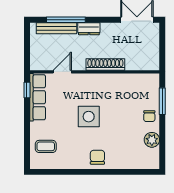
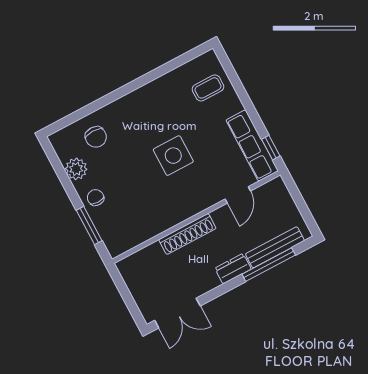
chair: (97, 157) -> (96, 137), moved

